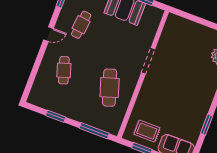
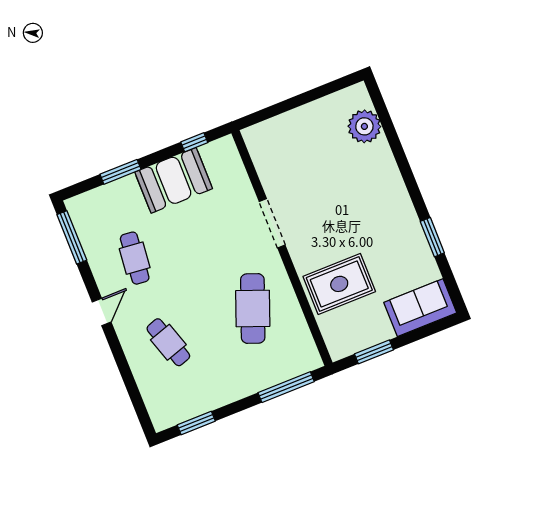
cafe table: (110, 88) -> (253, 308), turned 39
window: (56, 116) -> (196, 423), moved
rug: (147, 131) -> (339, 284), moved, width x1.36, depth x1.43

